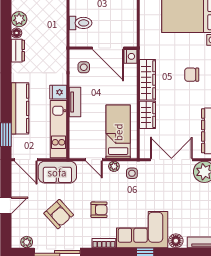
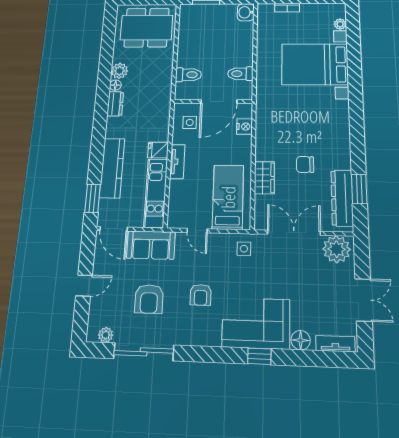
toilet: (126, 22) -> (240, 74), added
door: (108, 48) -> (219, 102), hinge flipped
nightstand: (130, 56) -> (244, 127), moved
chair: (192, 75) -> (305, 164), moved
wardrobe: (147, 80) -> (265, 137), removed
plant: (114, 166) -> (222, 239), removed
armchair: (99, 210) -> (201, 295), turned 90
armchair: (59, 214) -> (149, 299), turned 42
bookcase: (104, 243) -> (205, 340), removed

